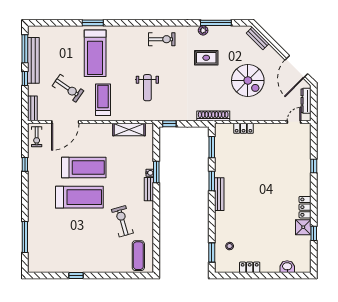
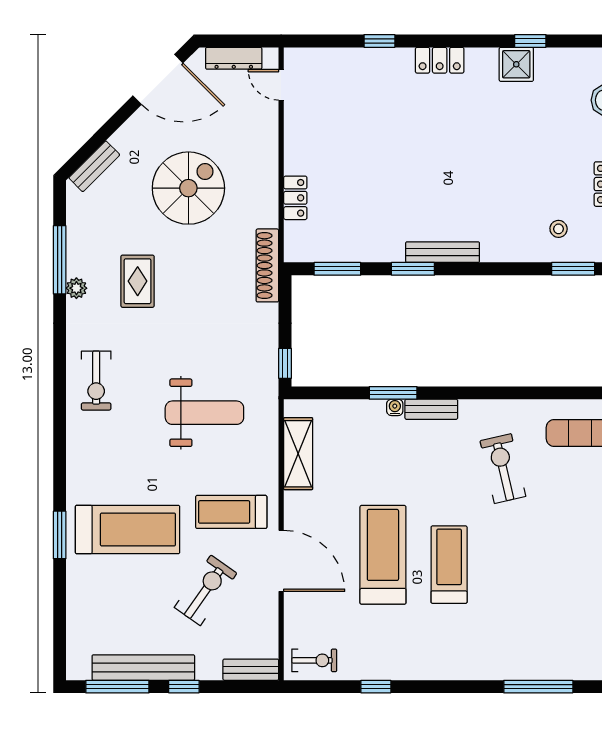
exercise bike: (162, 39) -> (96, 381), turned 180
weight bench: (147, 88) -> (204, 413), width x1.36, depth x1.33
door: (65, 122) -> (281, 561), moved
treadmill: (79, 197) -> (449, 565), width x0.73, depth x0.73
locker: (305, 207) -> (440, 60), moved
exercise bike: (122, 221) -> (503, 469), turned 93

